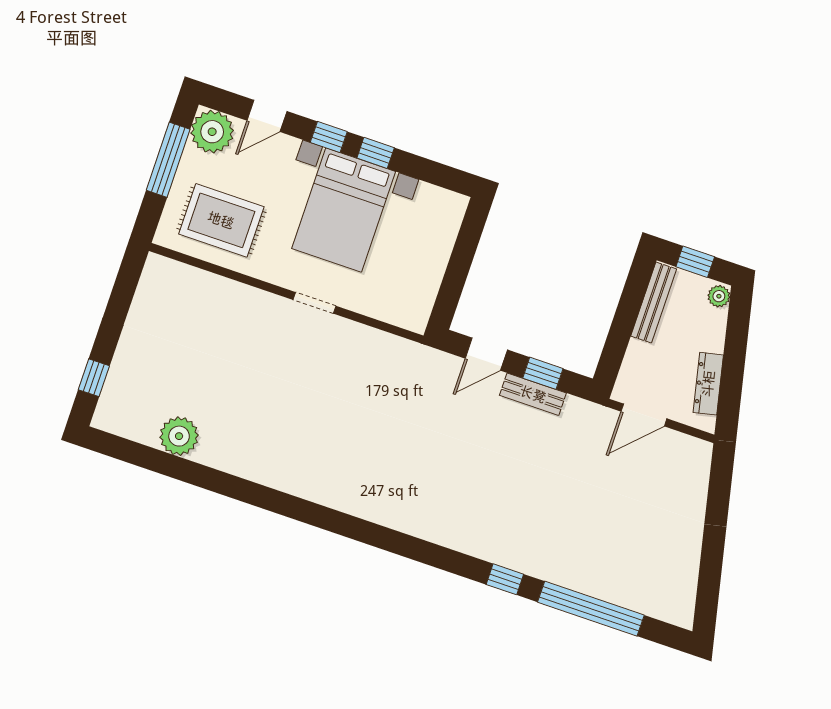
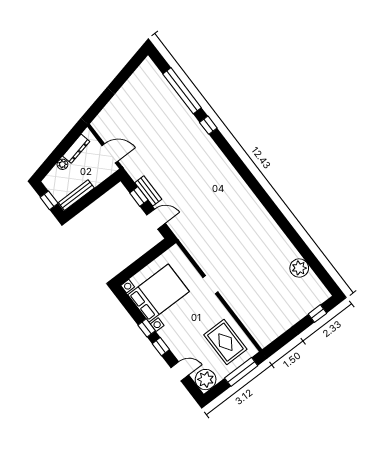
window: (168, 160) -> (241, 372), moved
bed with nightstands: (344, 210) -> (159, 293), moved
plant: (719, 296) -> (62, 164), moved

